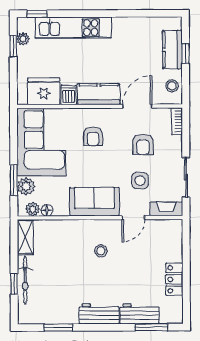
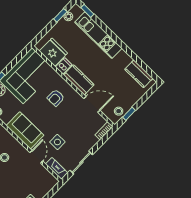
kitchen counter: (172, 50) -> (139, 74), moved, turned -90
window: (185, 54) -> (129, 114), moved
armchair: (143, 144) -> (76, 126), removed
door: (133, 218) -> (36, 157), swing flipped

